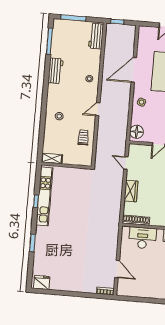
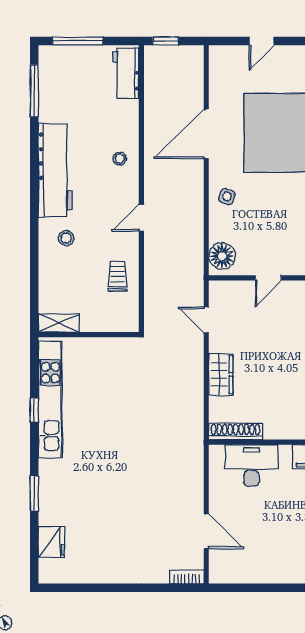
workbench: (55, 71) -> (55, 170), width x1.88, depth x1.32
fridge: (42, 283) -> (52, 542), moved, turned 90

